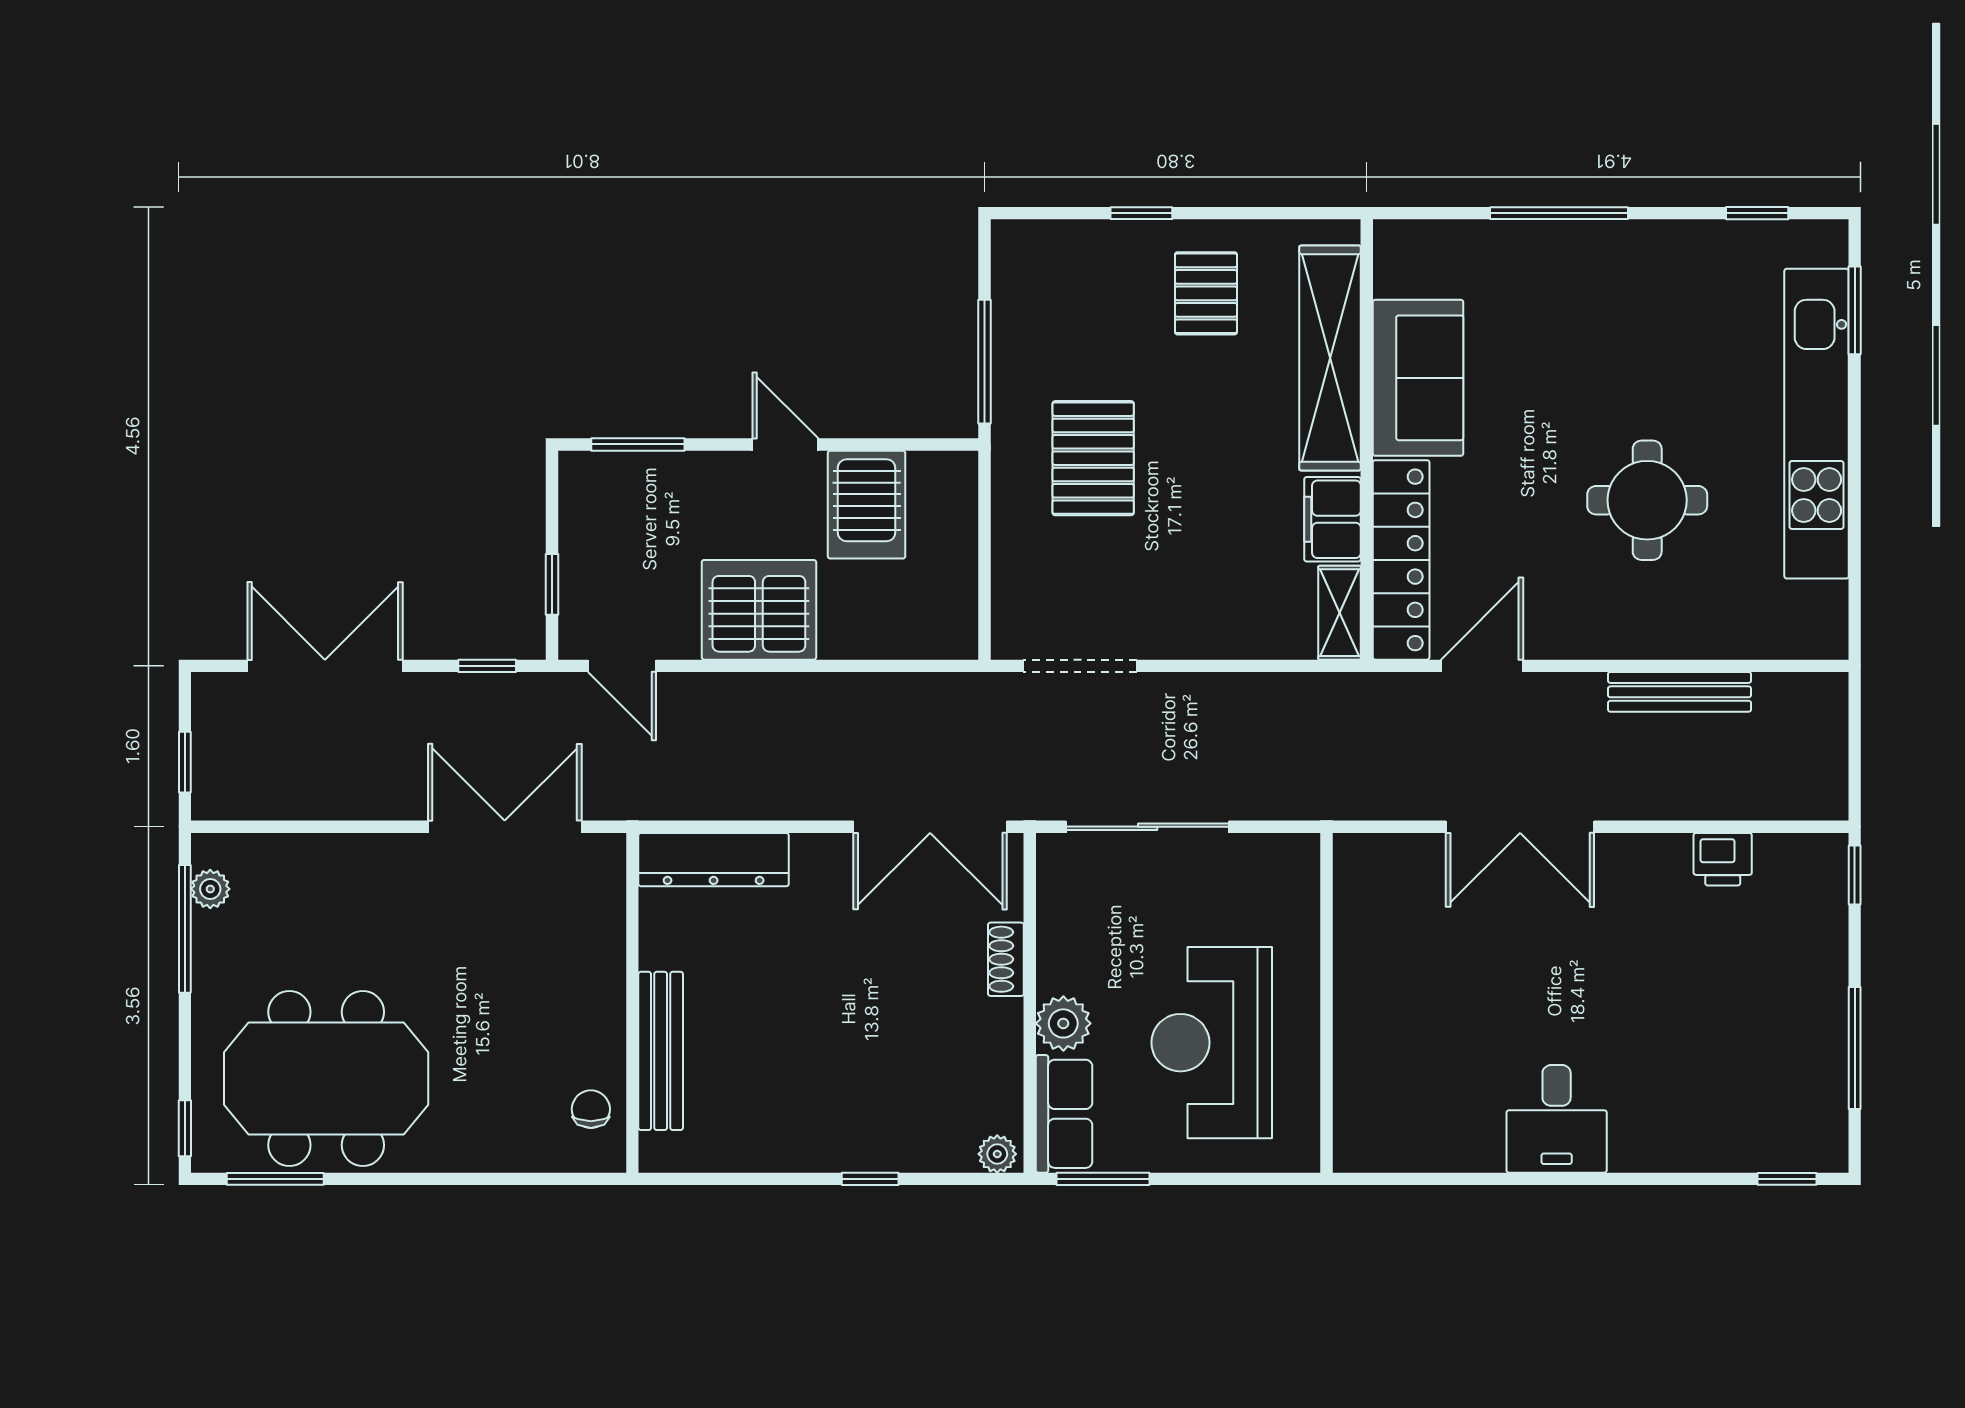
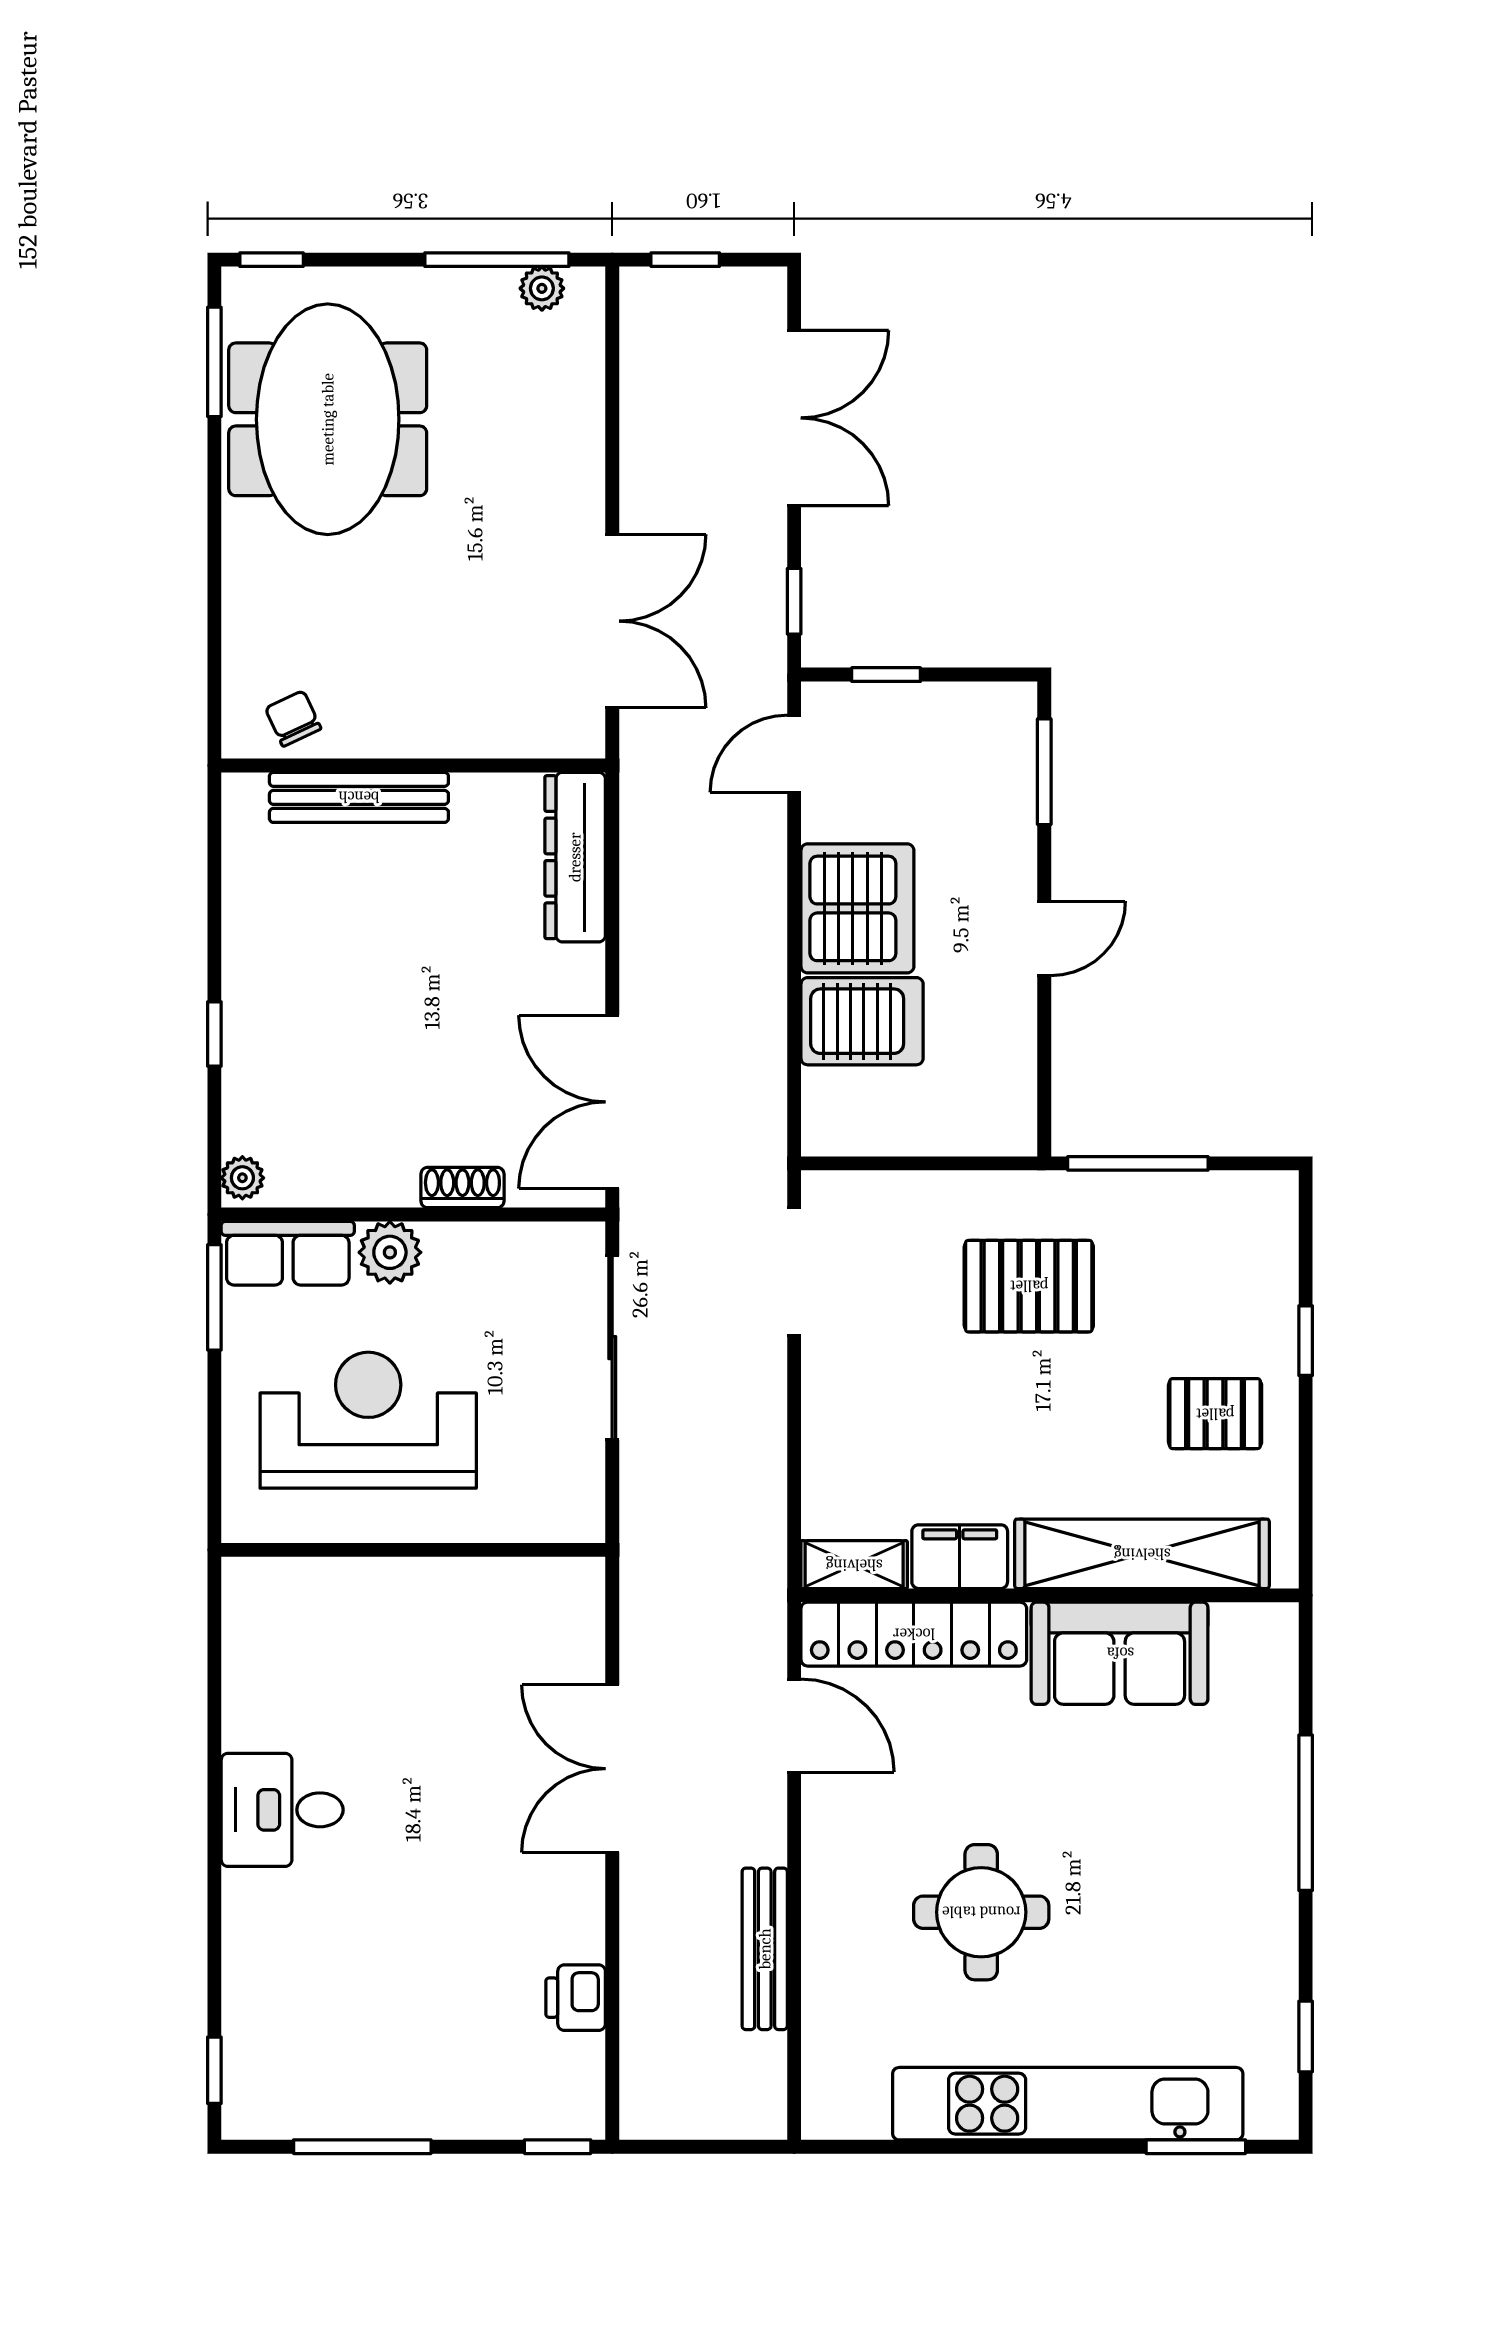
server rack: (867, 505) -> (862, 1021), moved, turned 180
chair: (591, 1109) -> (293, 718), turned -115

